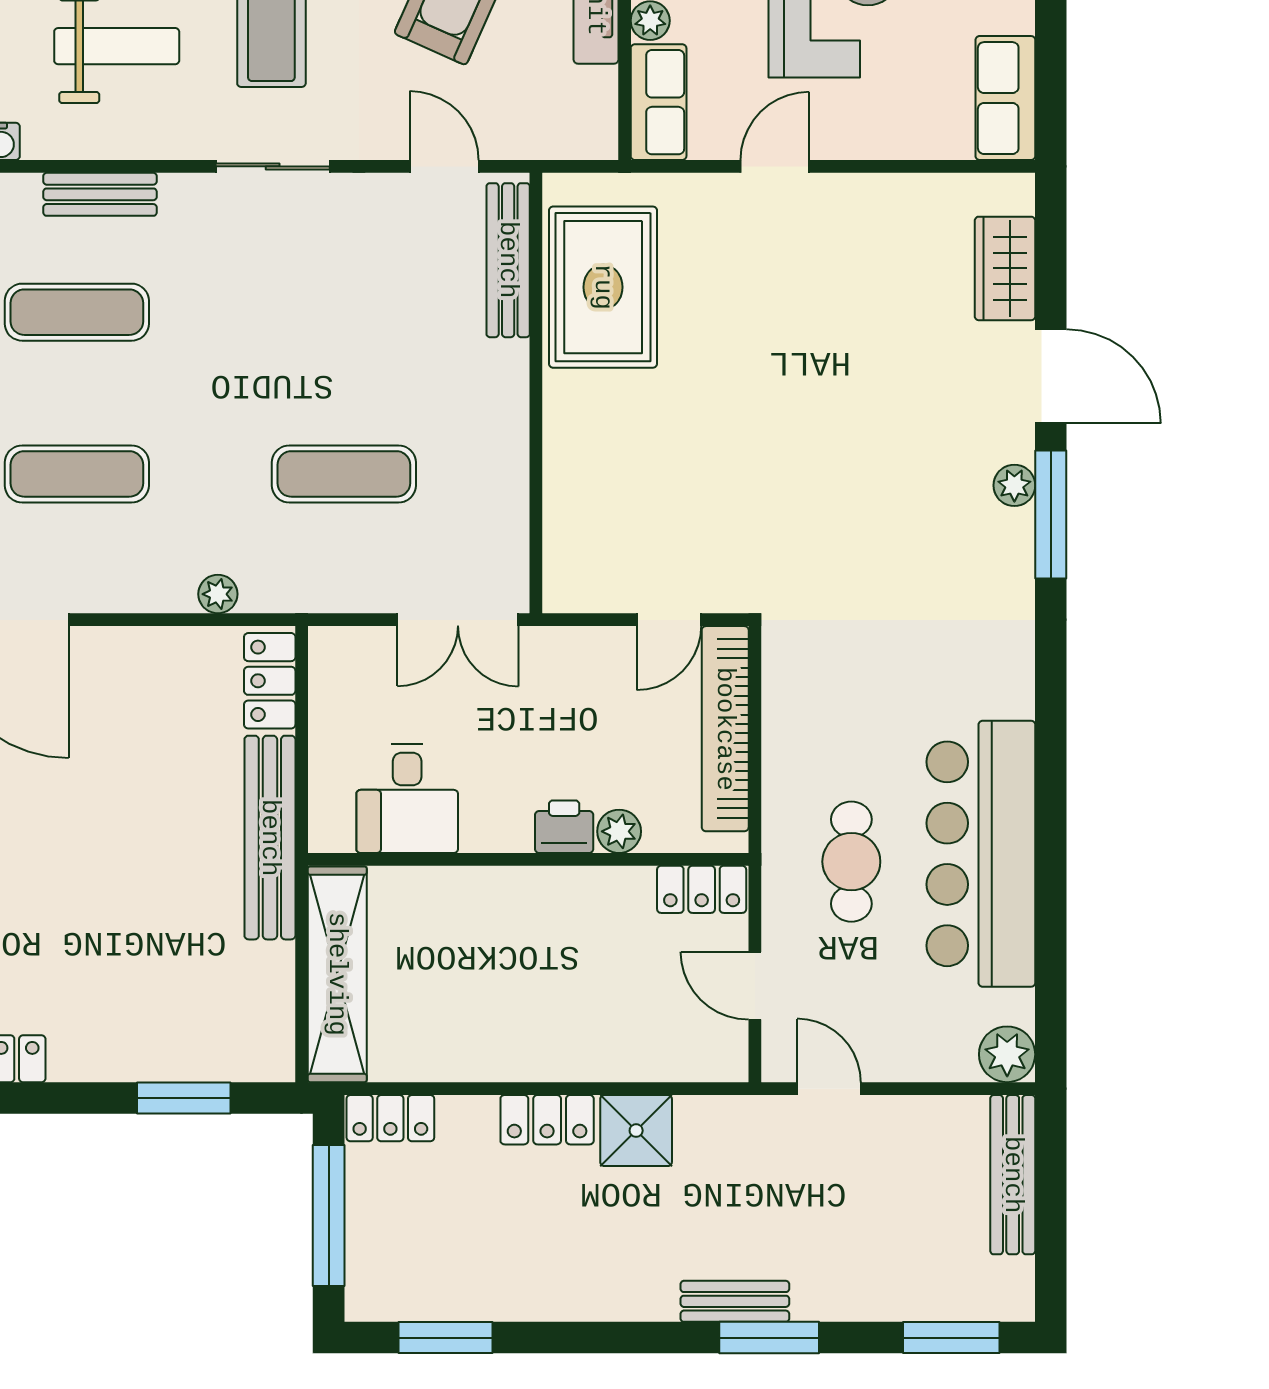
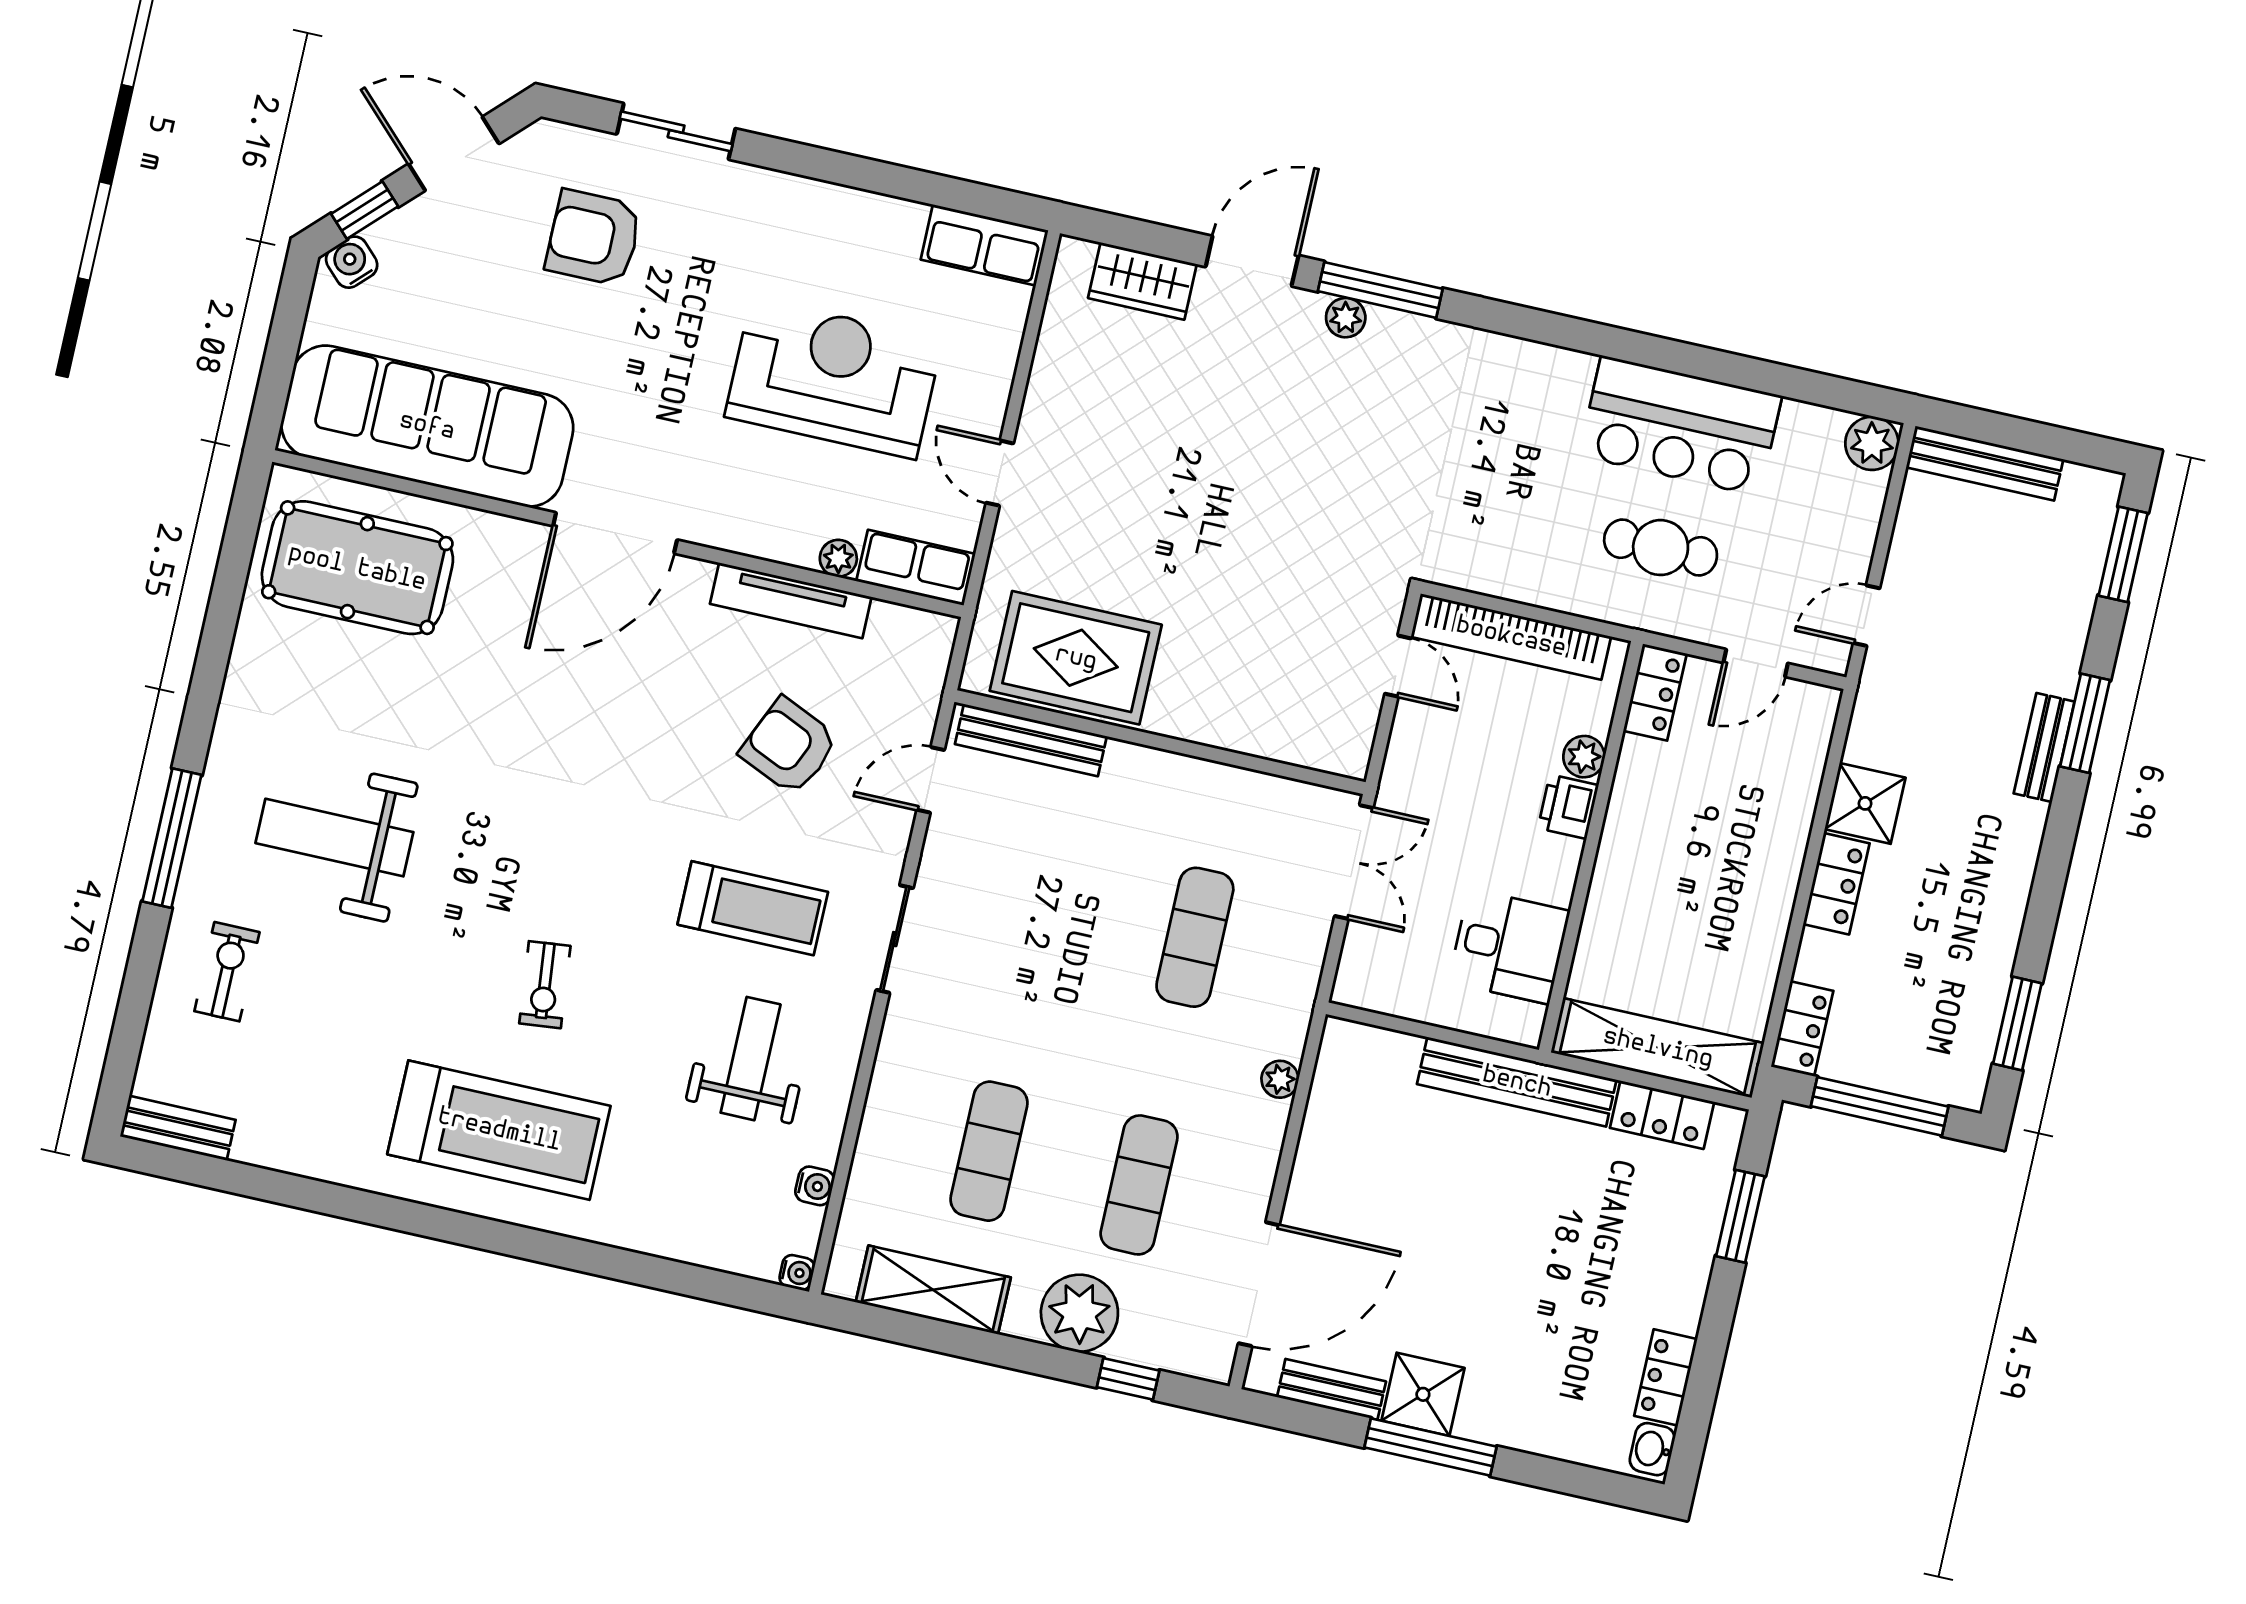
bench: (100, 194) -> (884, 1105), removed
locker: (270, 681) -> (1662, 1115), moved
bar counter: (981, 854) -> (1680, 426), width x0.73

